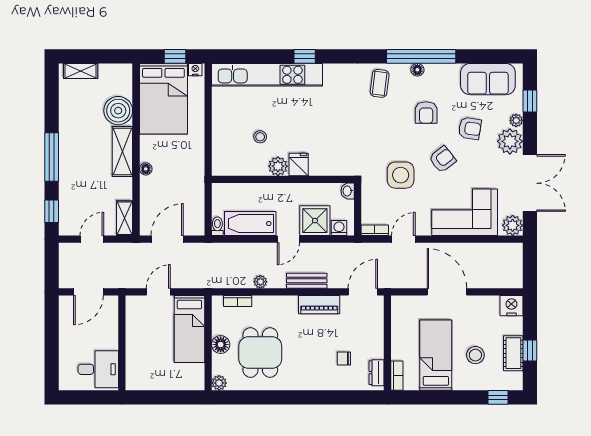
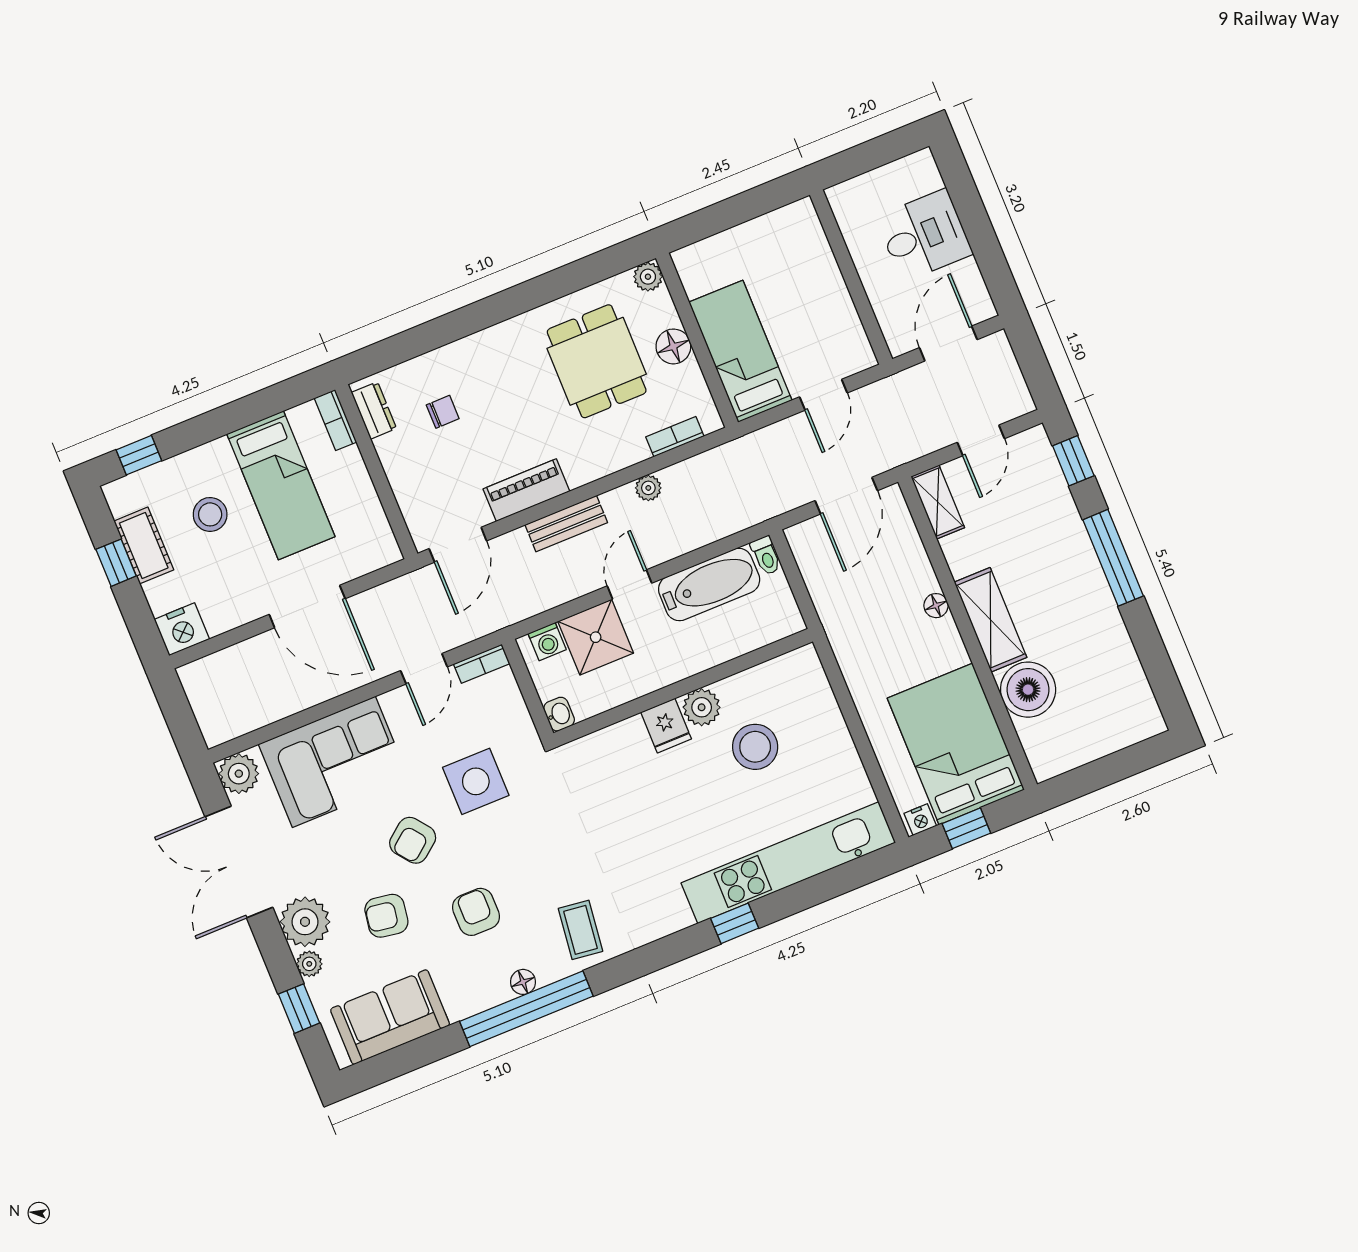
shelving: (81, 71) -> (1124, 733), removed
stool: (260, 137) -> (755, 747), width x1.89, depth x1.89
desk: (98, 369) -> (924, 235), moved, turned 180

